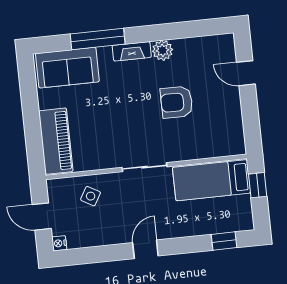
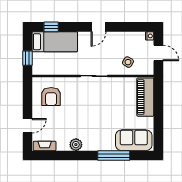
fireplace: (132, 51) -> (45, 146), moved
door: (246, 73) -> (27, 126), hinge flipped
armchair: (177, 102) -> (51, 97), moved, turned 90
bed: (212, 180) -> (55, 42), moved

